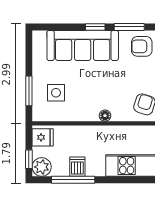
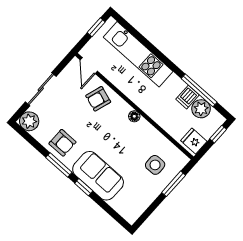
sofa: (83, 45) -> (98, 176), width x0.73
plant: (42, 167) -> (201, 109), moved

